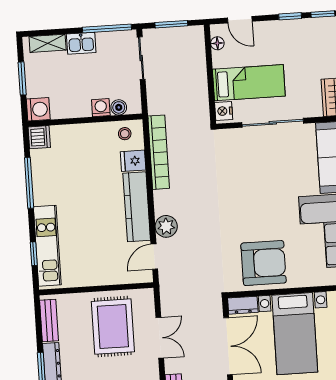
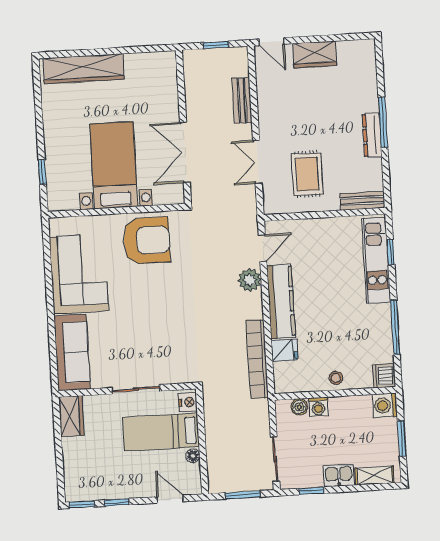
window: (107, 28) -> (311, 491), width x0.46
floor lamp: (217, 43) -> (193, 456), moved
sliding door: (273, 123) -> (136, 389), width x0.73
stool: (125, 134) -> (336, 378), moved
armchair: (264, 263) -> (147, 240), turned 180
dresser: (243, 305) -> (169, 196), removed
bench: (49, 320) -> (362, 201), moved, turned 90
rug: (113, 327) -> (307, 174), width x0.73, depth x0.70

